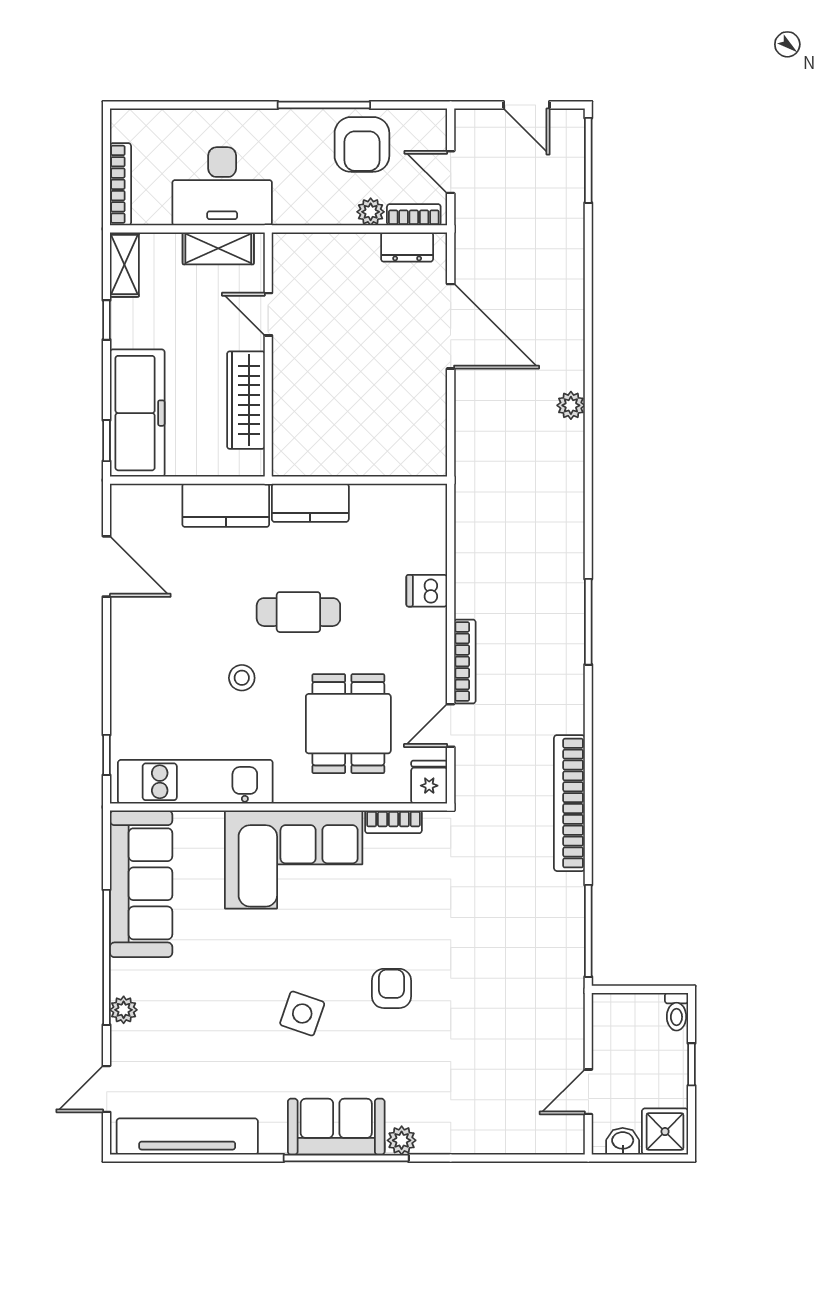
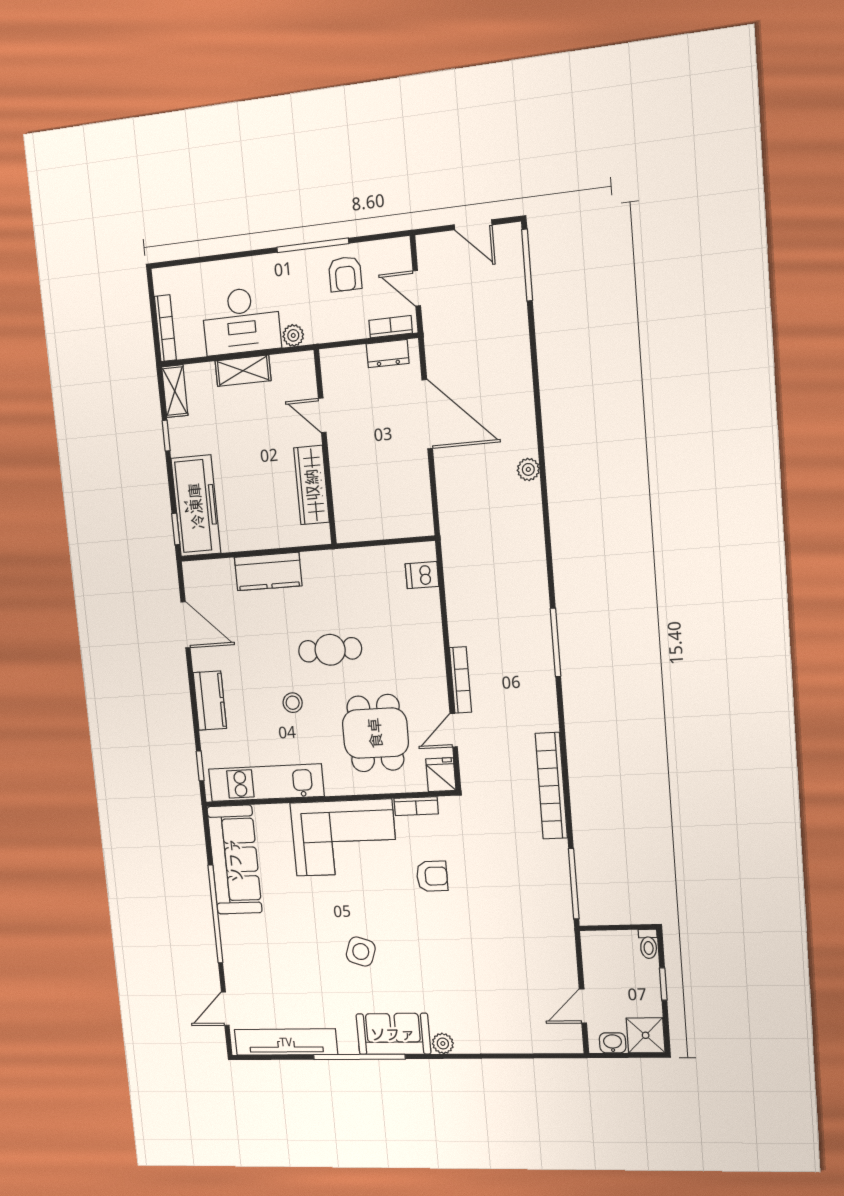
armchair: (362, 144) -> (345, 274), width x0.72, depth x0.72
plant: (371, 212) -> (293, 335), moved
door: (268, 314) -> (322, 415), moved
wall: (268, 354) -> (325, 447), moved
wardrobe: (246, 400) -> (312, 485), moved
kitchen counter: (310, 503) -> (210, 701), moved, turned -90
dishwasher: (427, 591) -> (422, 575), moved
armchair: (391, 988) -> (432, 876), moved, turned 90
plant: (124, 1010) -> (231, 952), removed
window: (346, 1158) -> (359, 1057), moved

